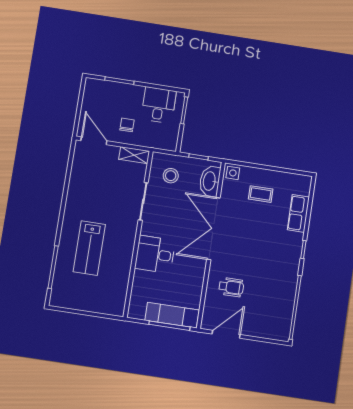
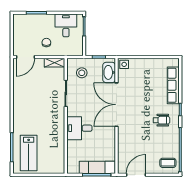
door: (94, 141) -> (25, 57), swing flipped
coffee table: (261, 194) -> (168, 163), moved
row of seats: (298, 213) -> (173, 85), width x1.48
lab bench: (89, 248) -> (29, 153), moved
wheelchair: (231, 287) -> (161, 120), moved

